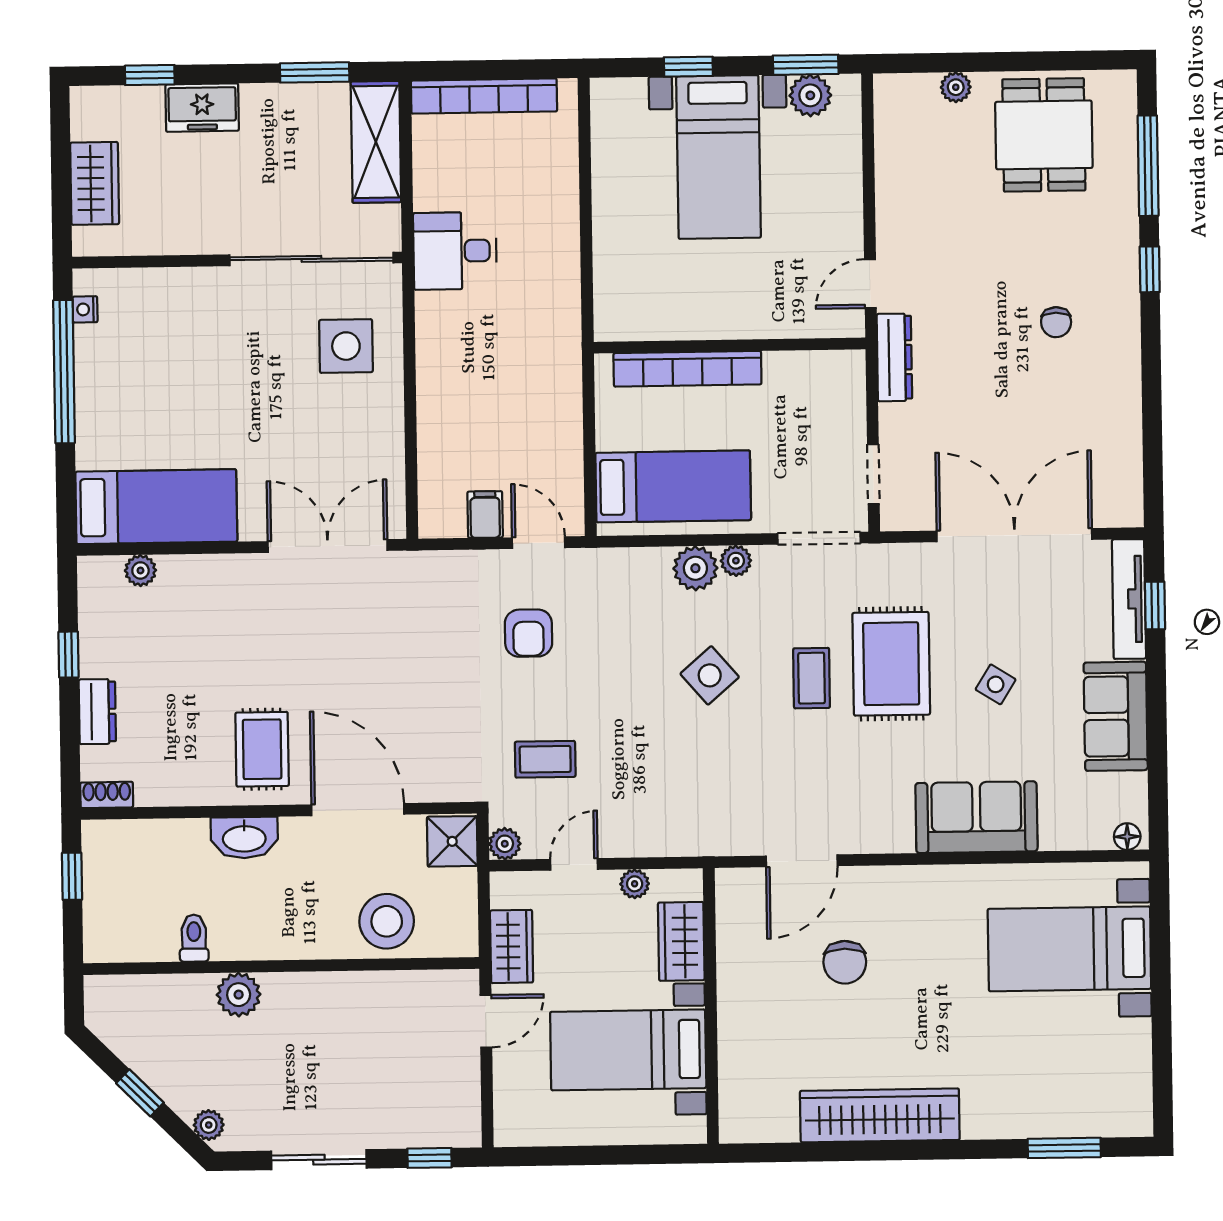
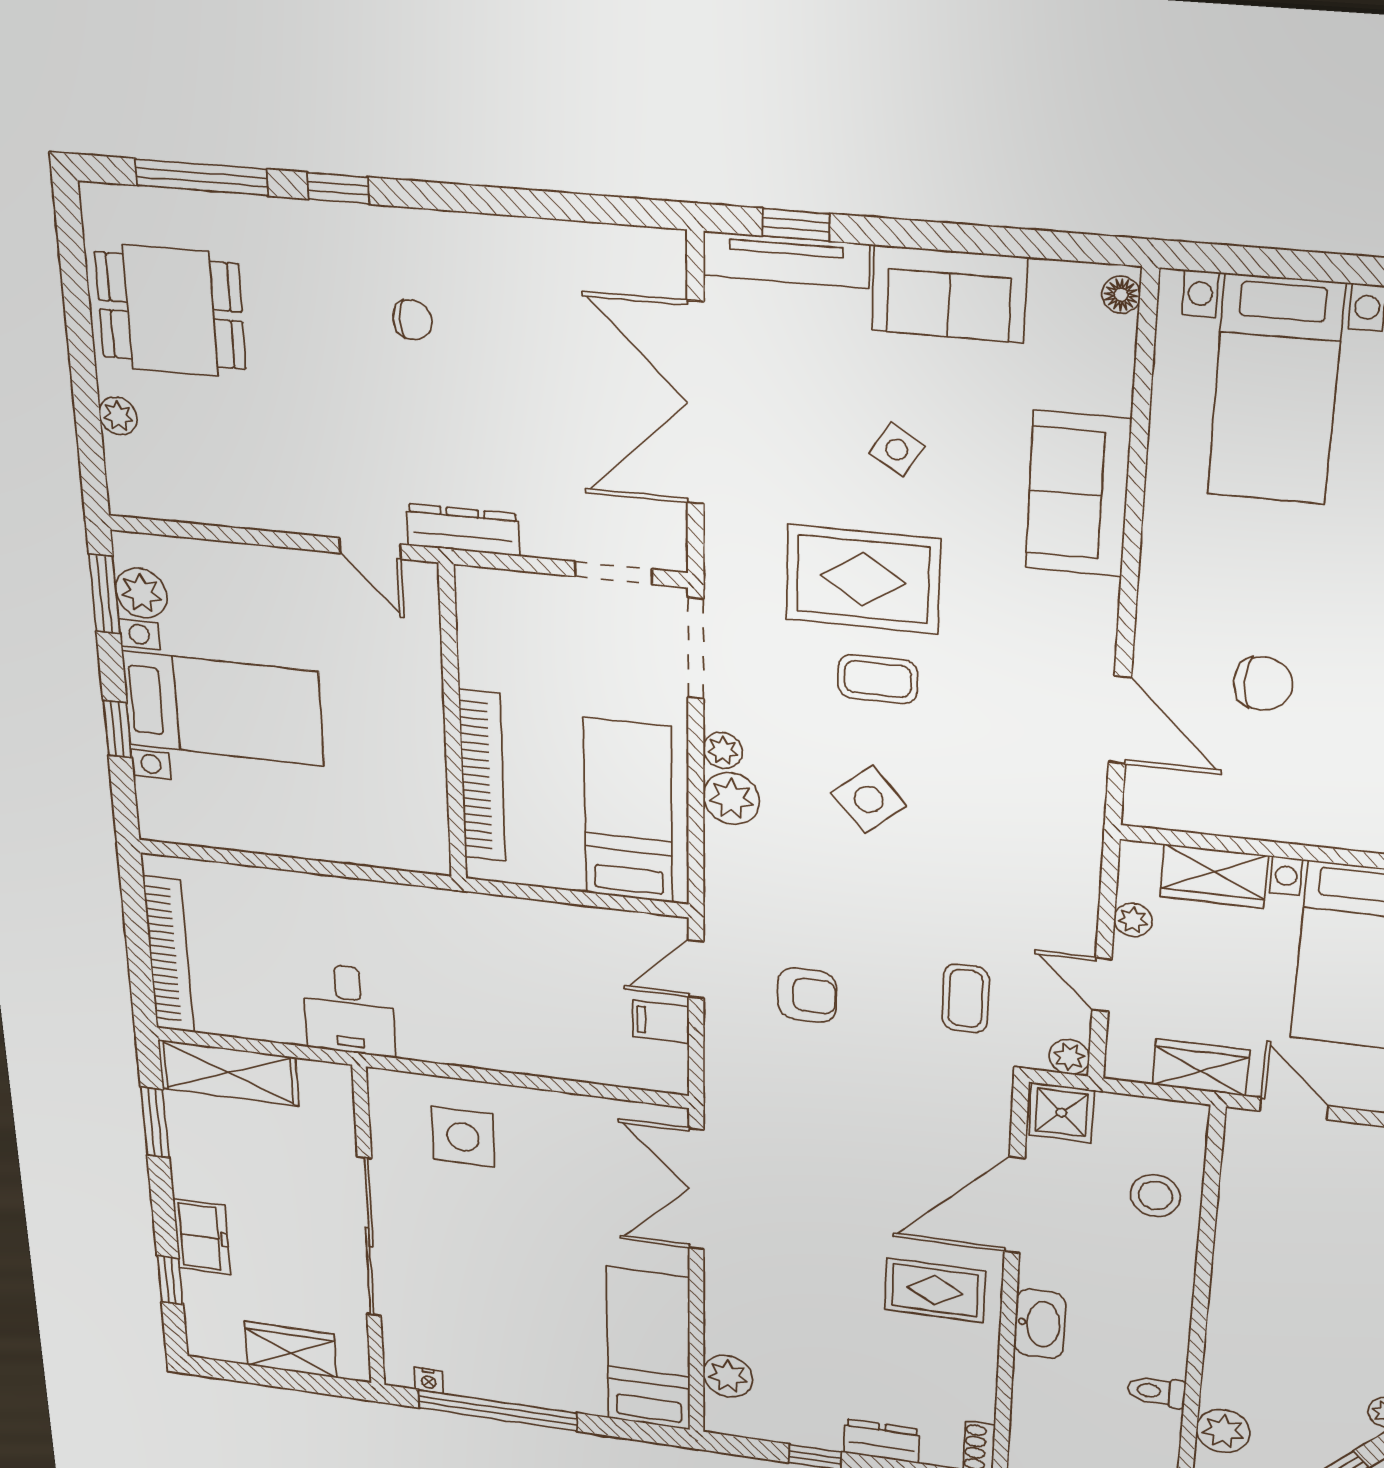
sliding door: (311, 259) -> (369, 1237), moved
plant: (140, 570) -> (728, 1376), width x1.38, depth x1.38
stool: (387, 921) -> (1155, 1196), width x0.73, depth x0.73
plant: (239, 995) -> (1223, 1431), moved

